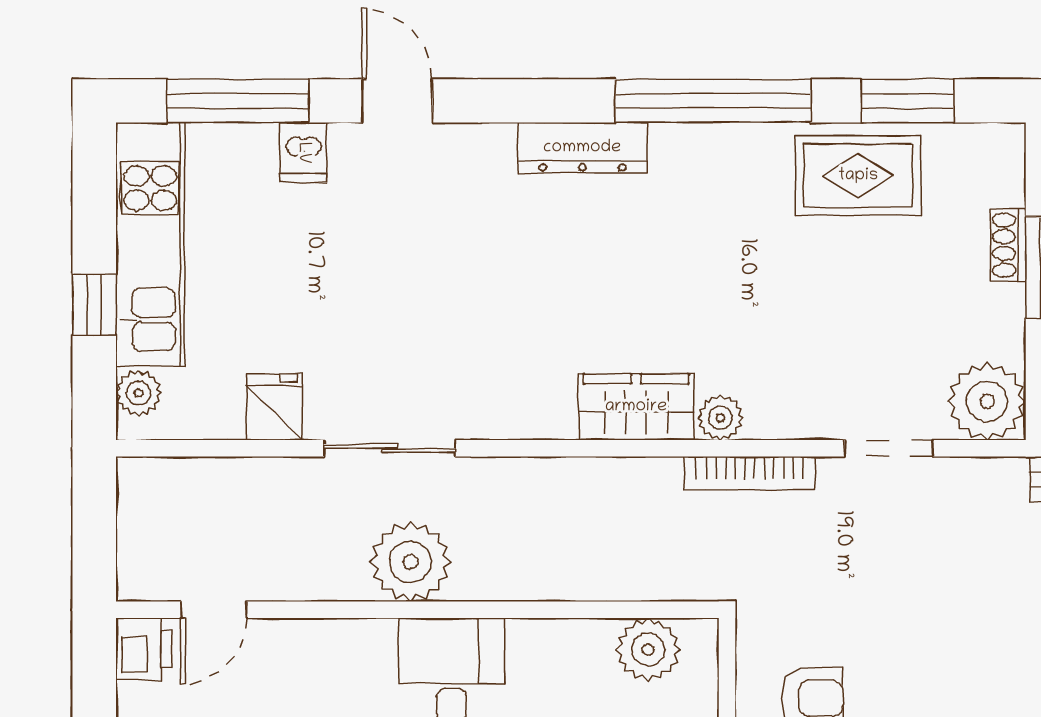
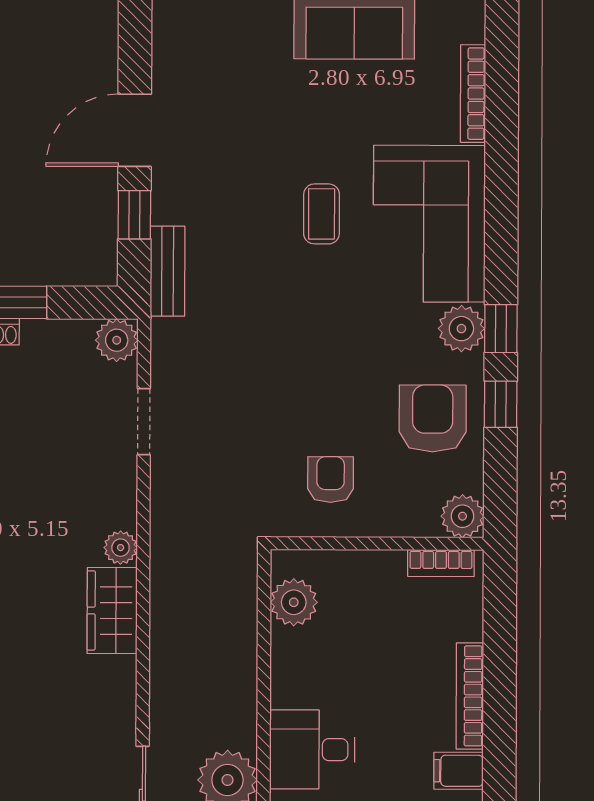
plant: (987, 401) -> (117, 340), width x0.73, depth x0.73
bookcase: (750, 473) -> (162, 526), removed

